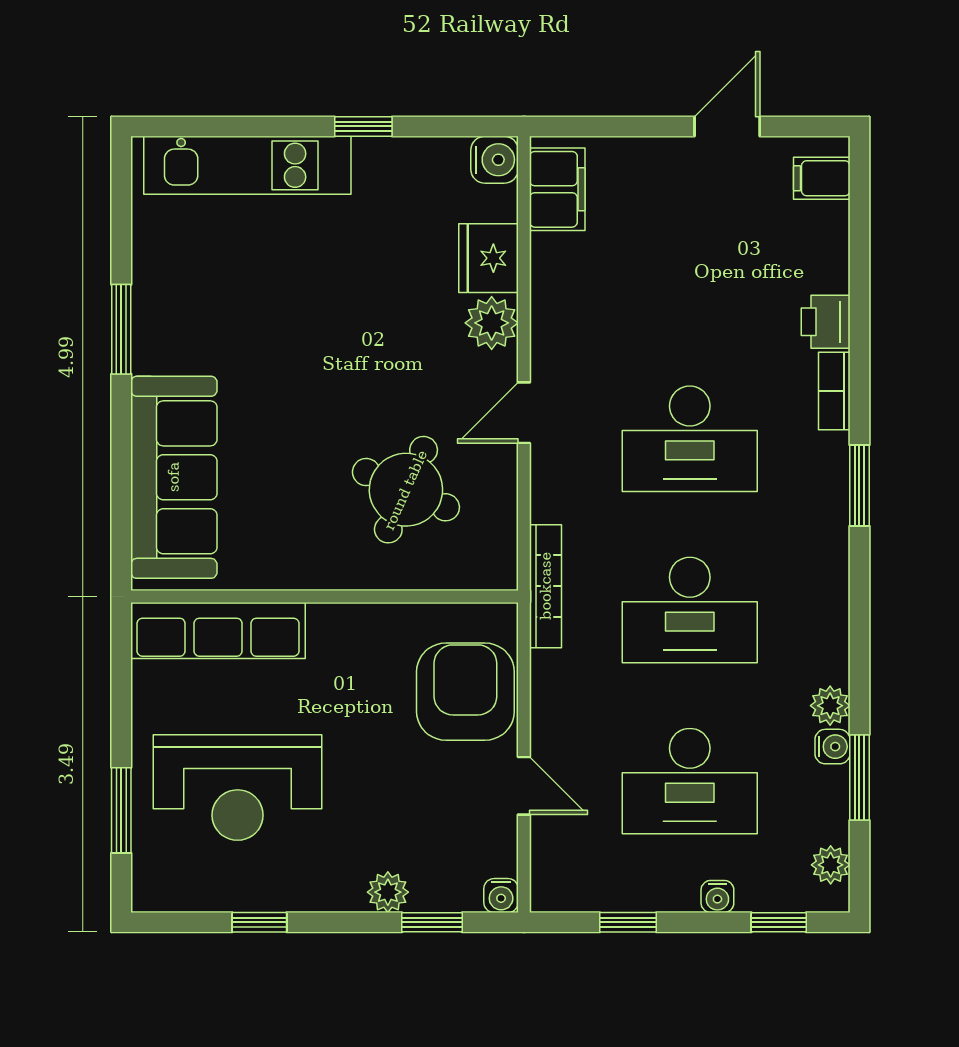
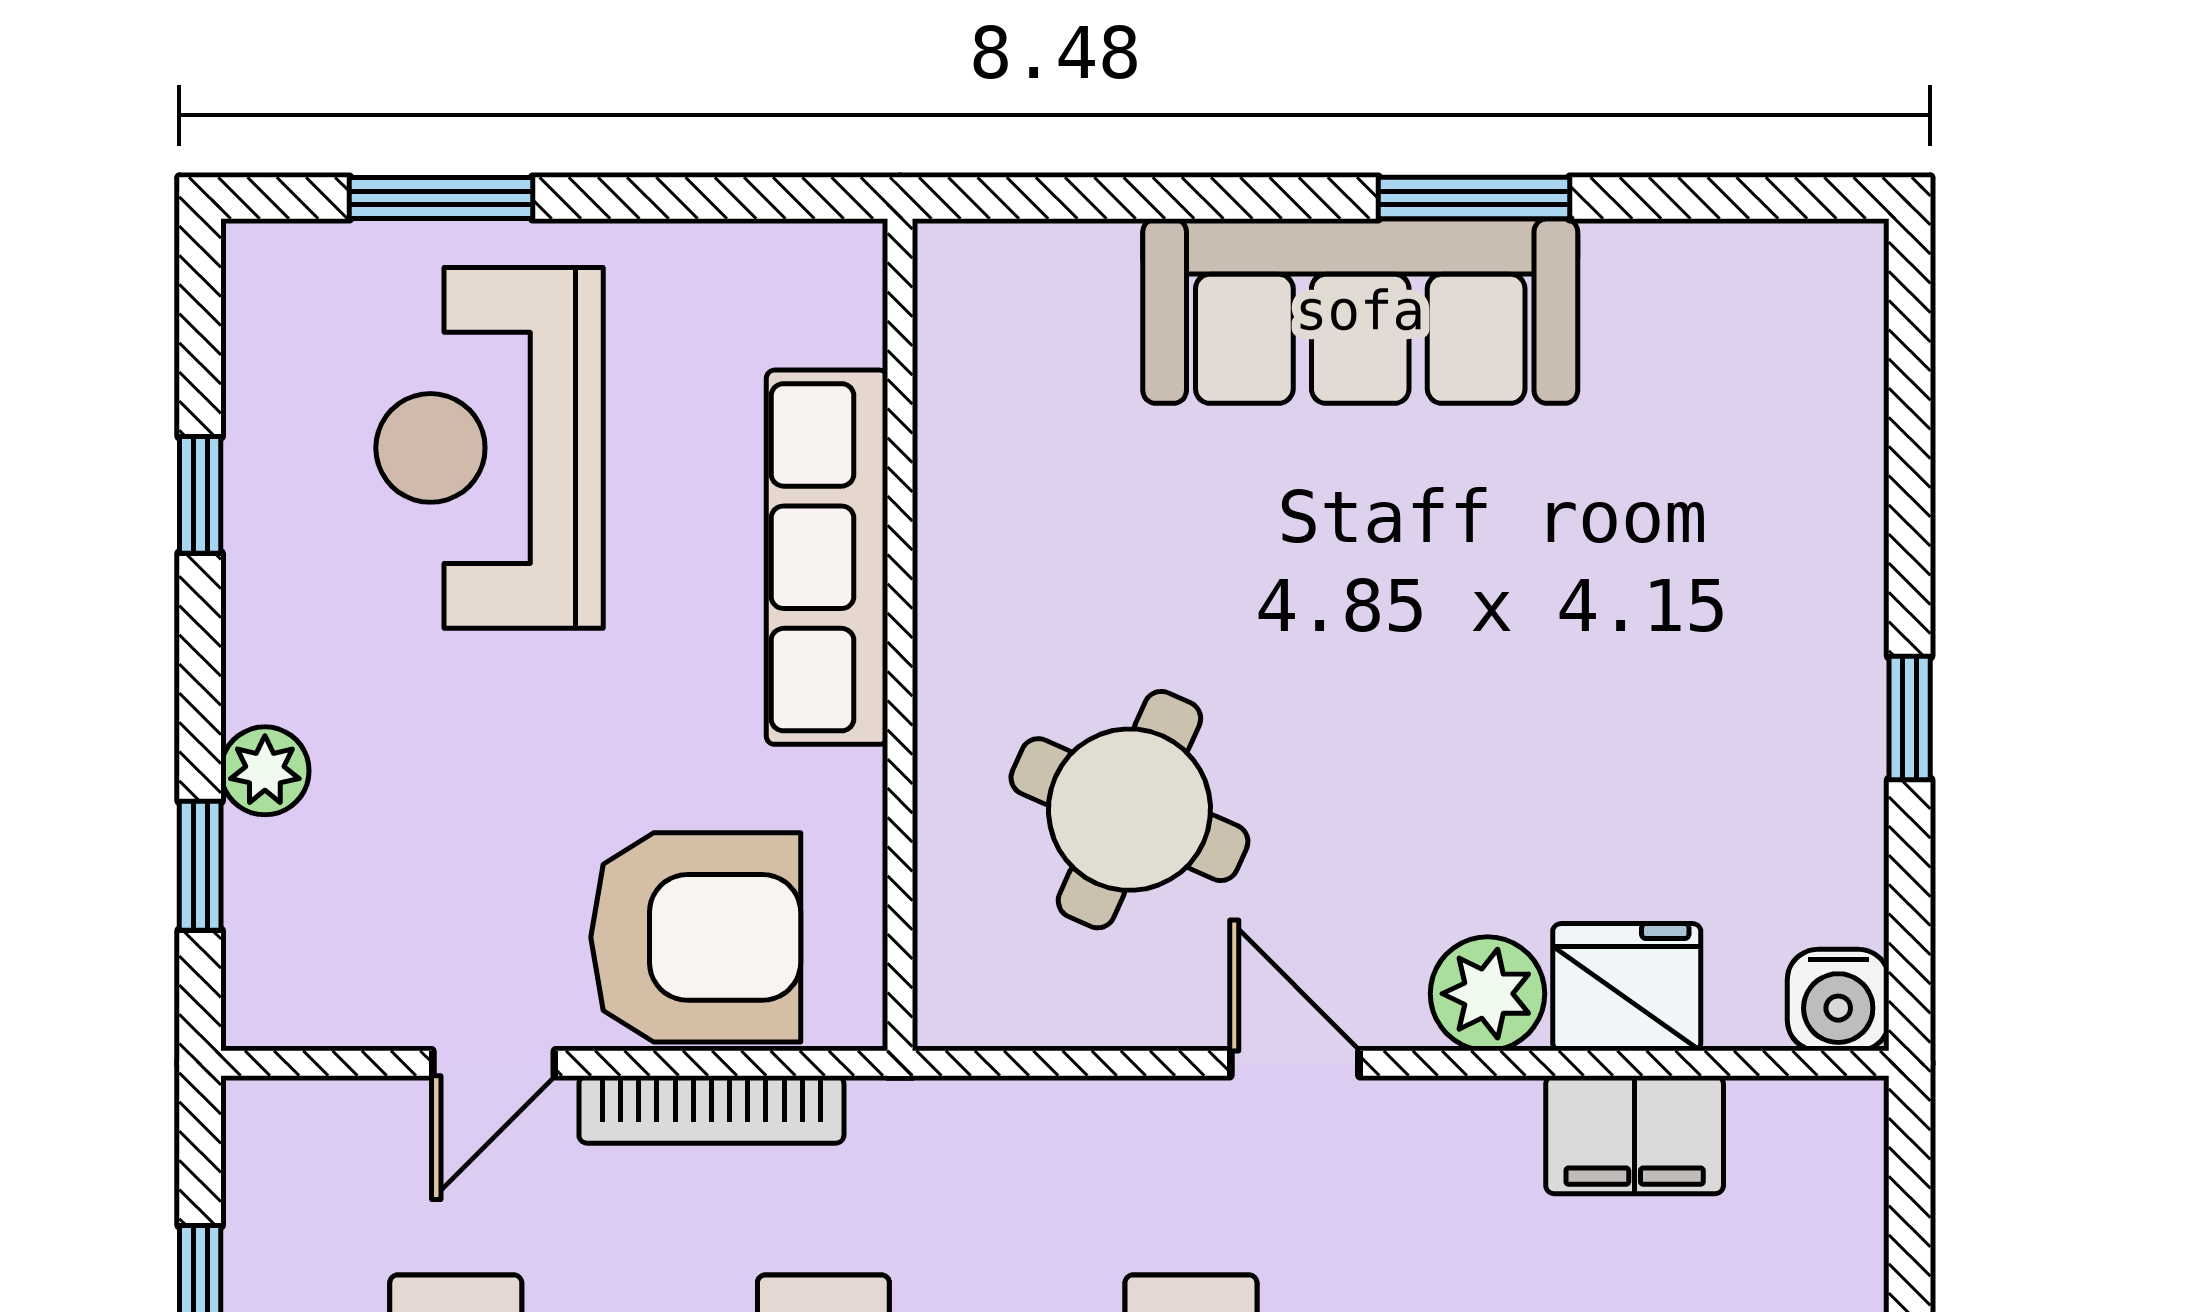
kitchen unit: (247, 165) -> (1826, 469), removed
filing cabinet: (557, 189) -> (1635, 1135), moved
sofa: (174, 477) -> (1360, 311), moved
bookcase: (546, 586) -> (711, 1109), moved
row of seats: (218, 630) -> (827, 557), moved
water cooler: (501, 896) -> (258, 1014), removed

